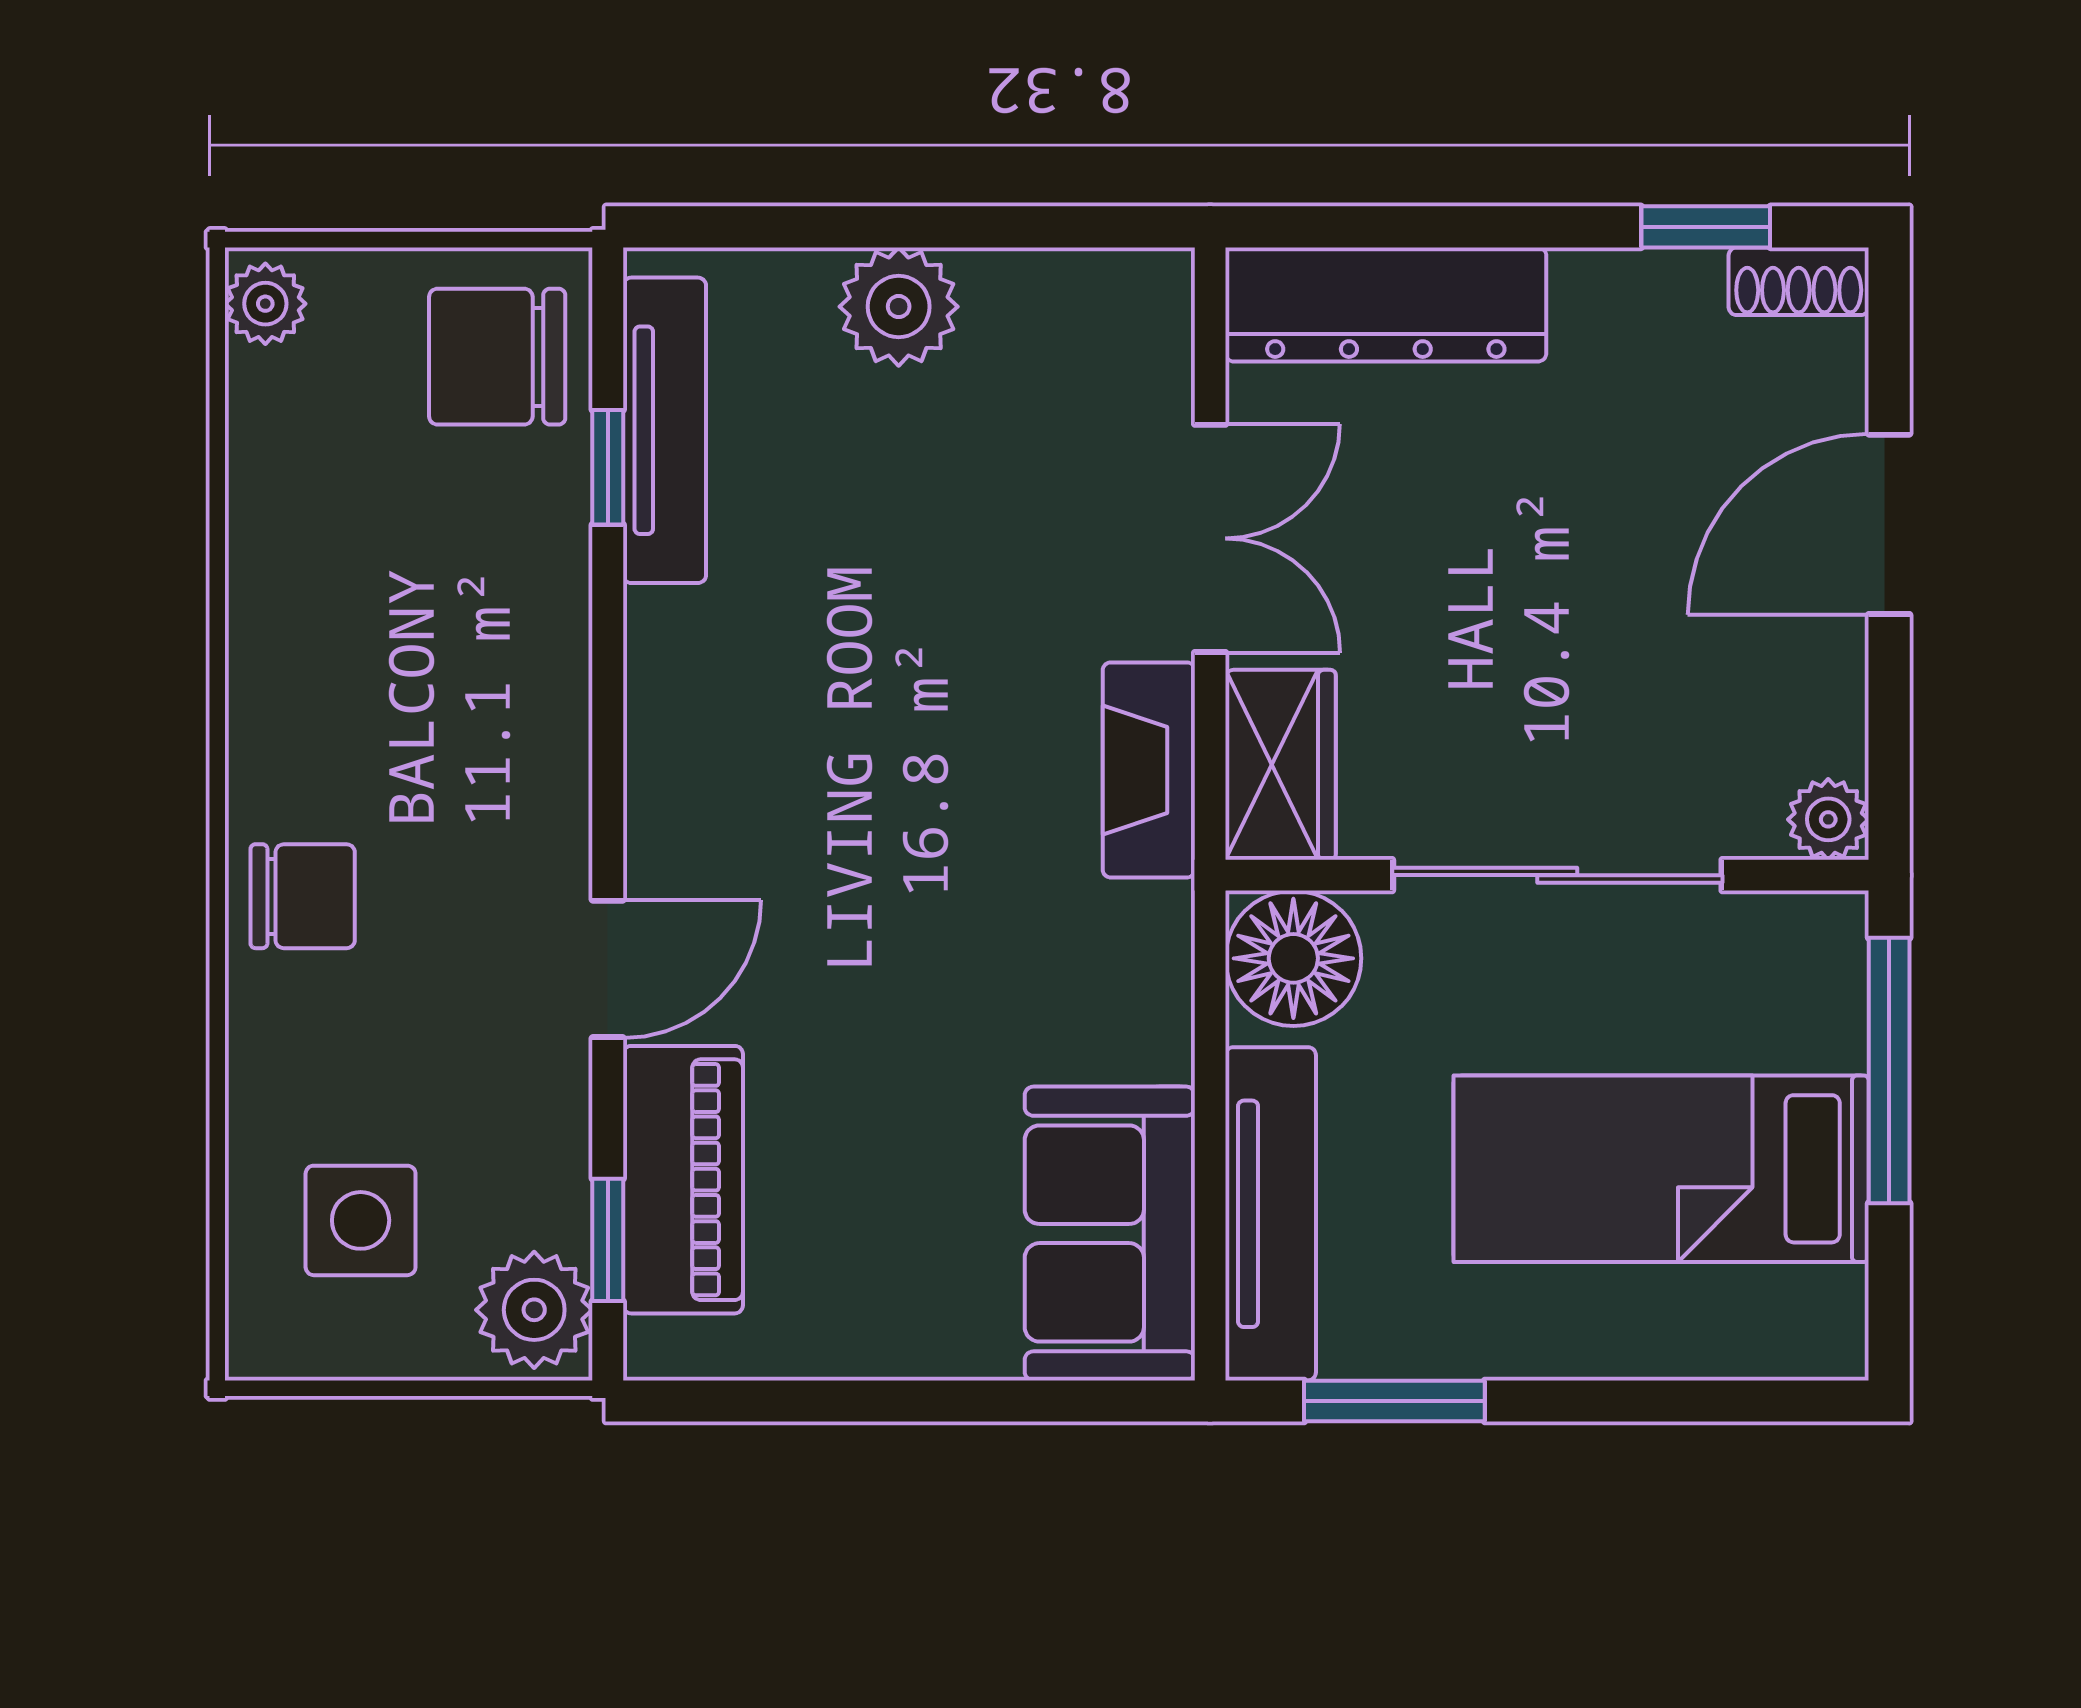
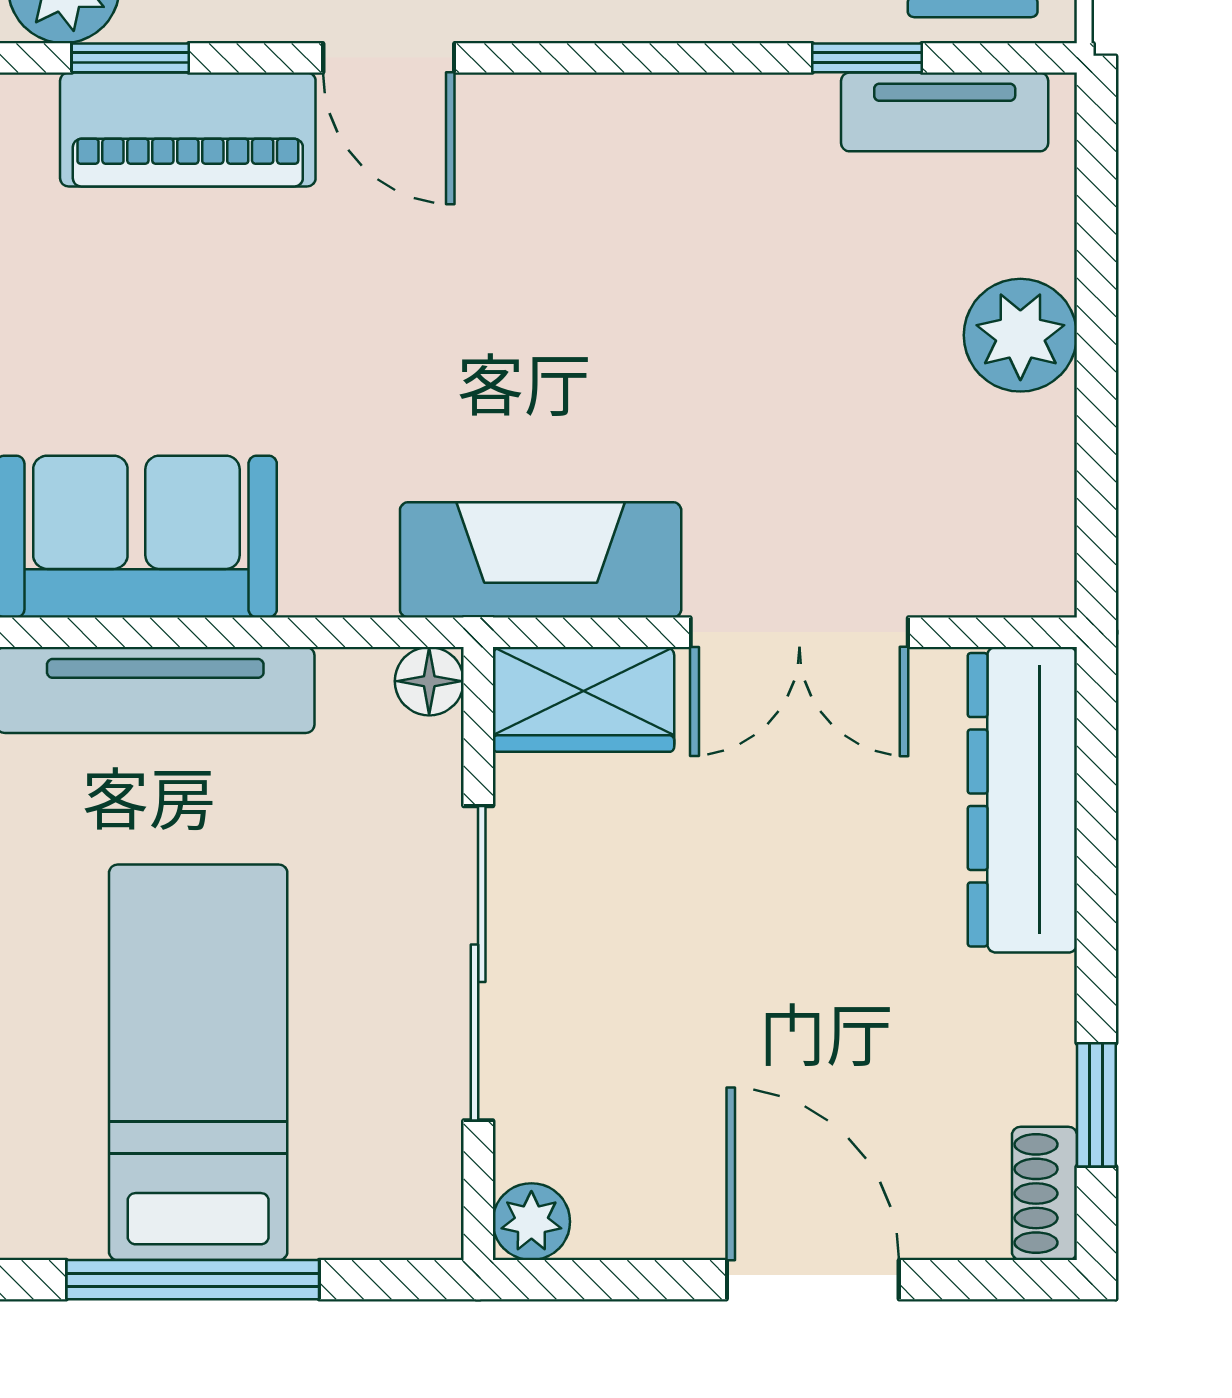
tv unit: (664, 430) -> (945, 112), width x0.71
fireplace: (1149, 770) -> (541, 560), width x1.37, depth x1.32
floor lamp: (1293, 958) -> (429, 681), width x0.53, depth x0.53
window: (1889, 1070) -> (193, 1280), moved

